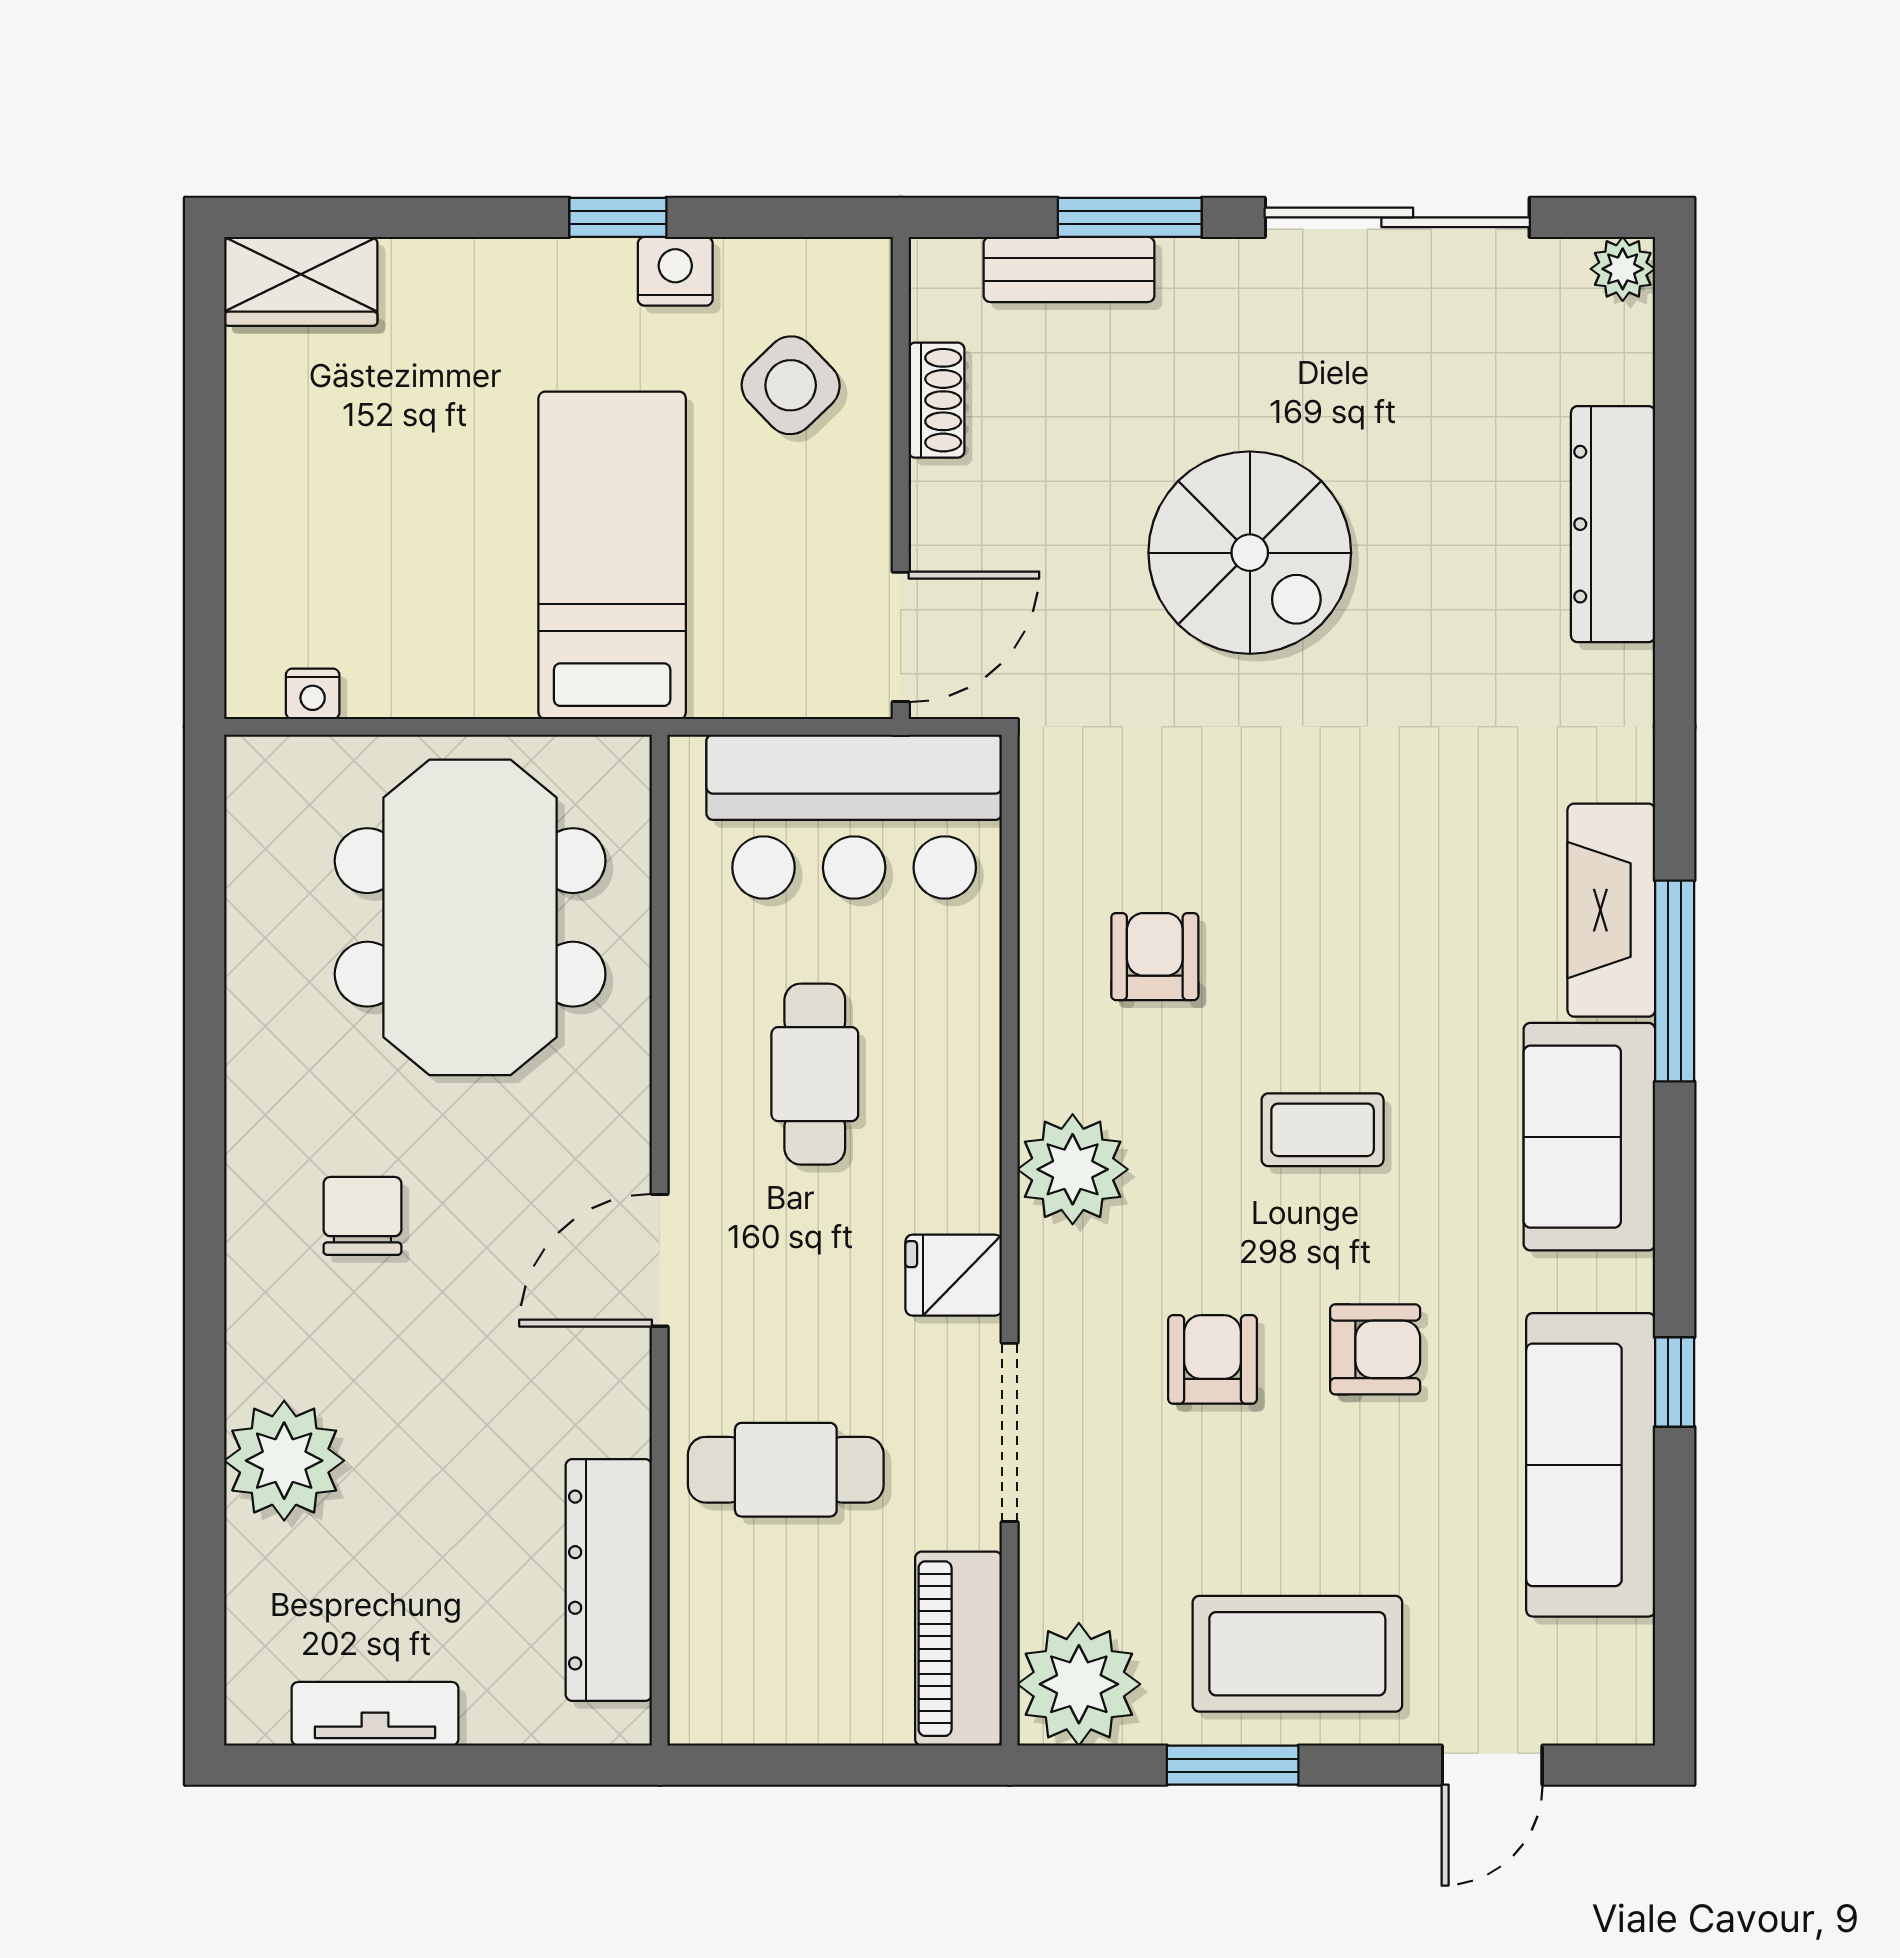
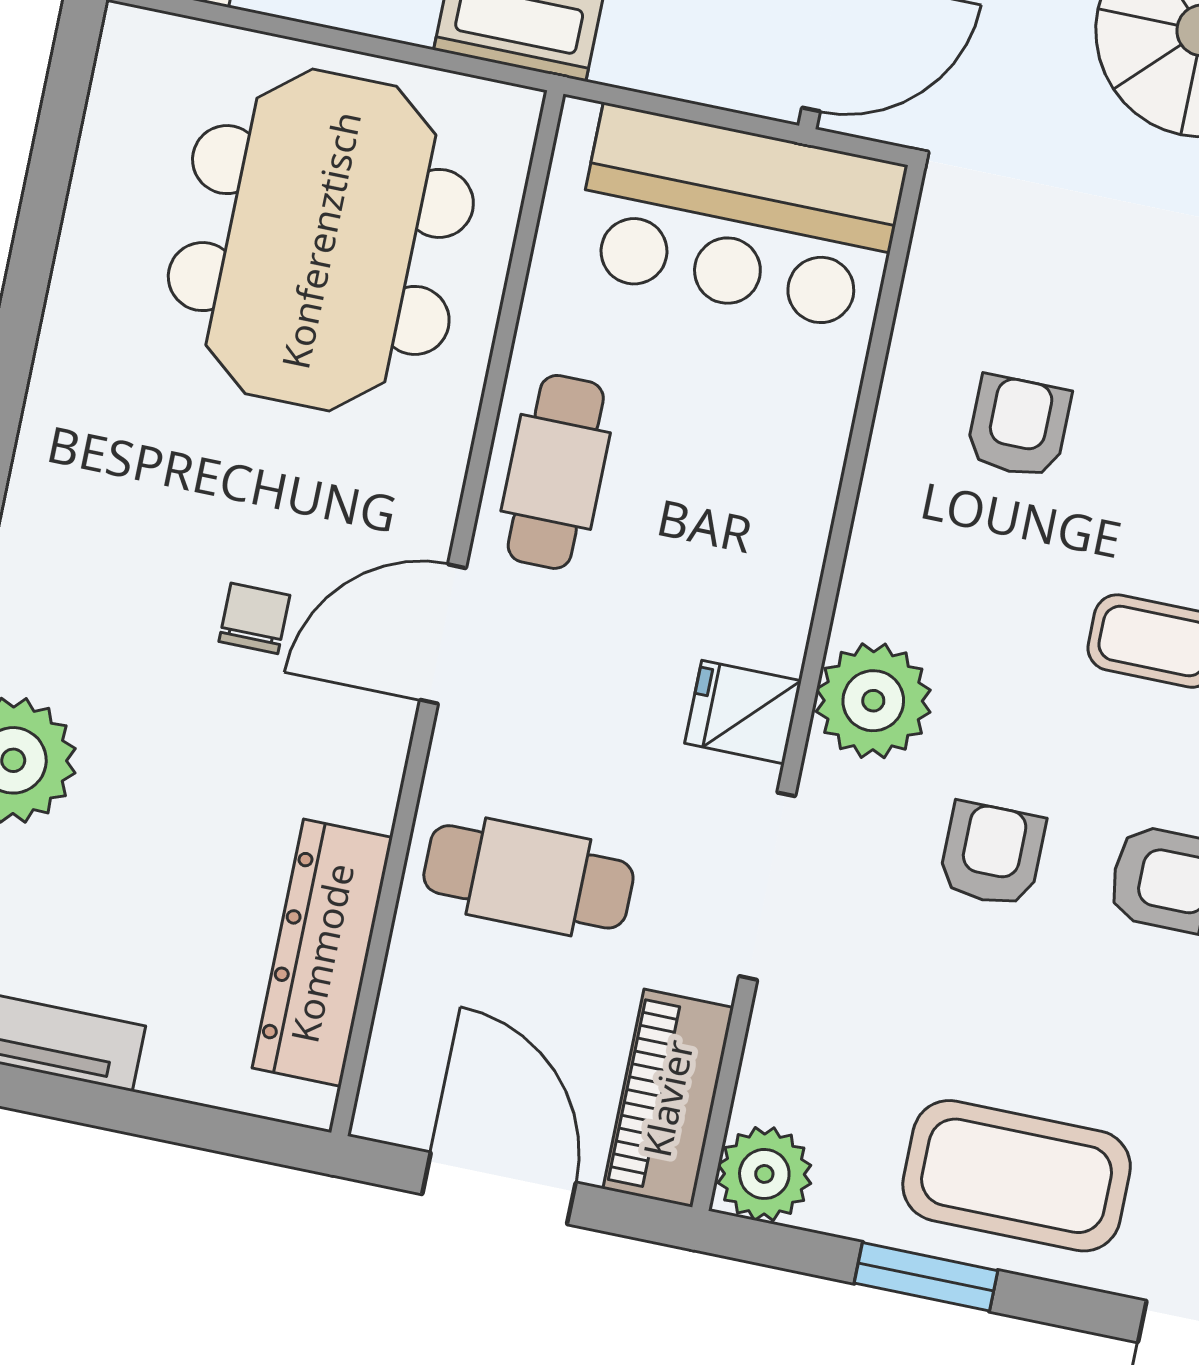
cafe table: (815, 1074) -> (556, 472), moved
plant: (1073, 1169) -> (873, 701), moved
chair: (362, 1216) -> (254, 618), moved, width x0.73, depth x0.73
plant: (1079, 1684) -> (764, 1174), width x0.73, depth x0.73
door: (818, 1765) -> (499, 1188), added

